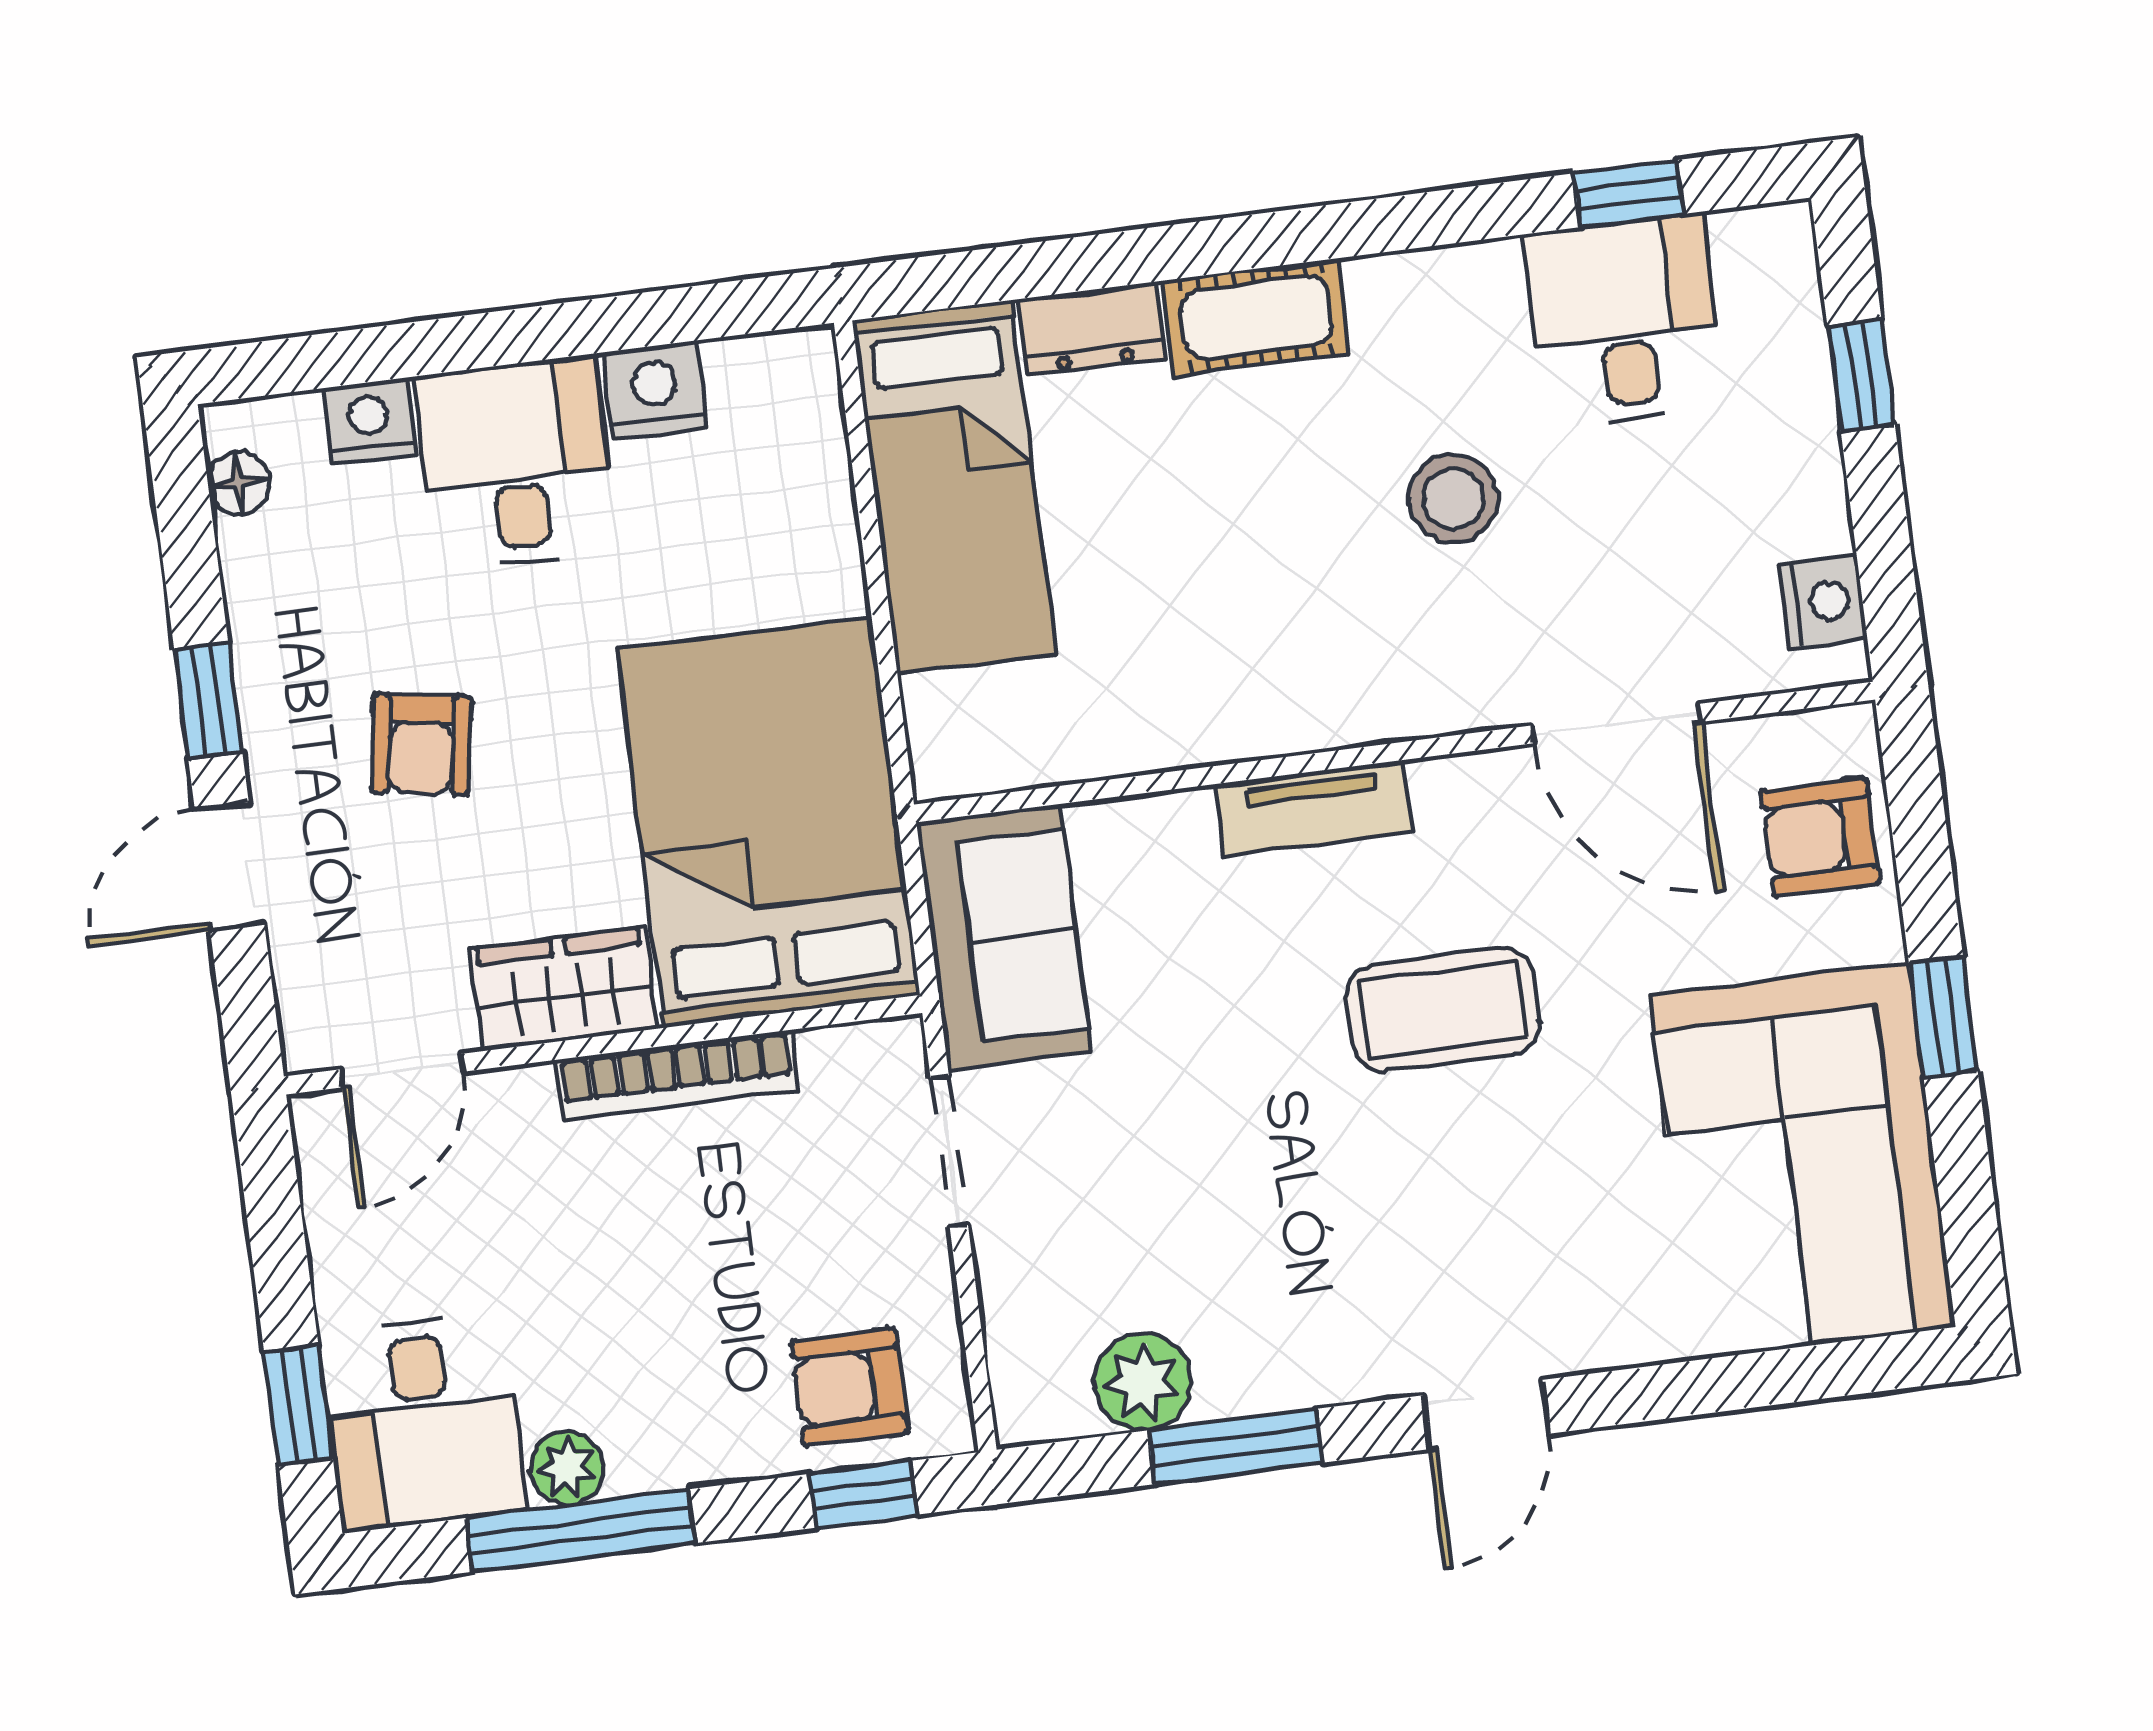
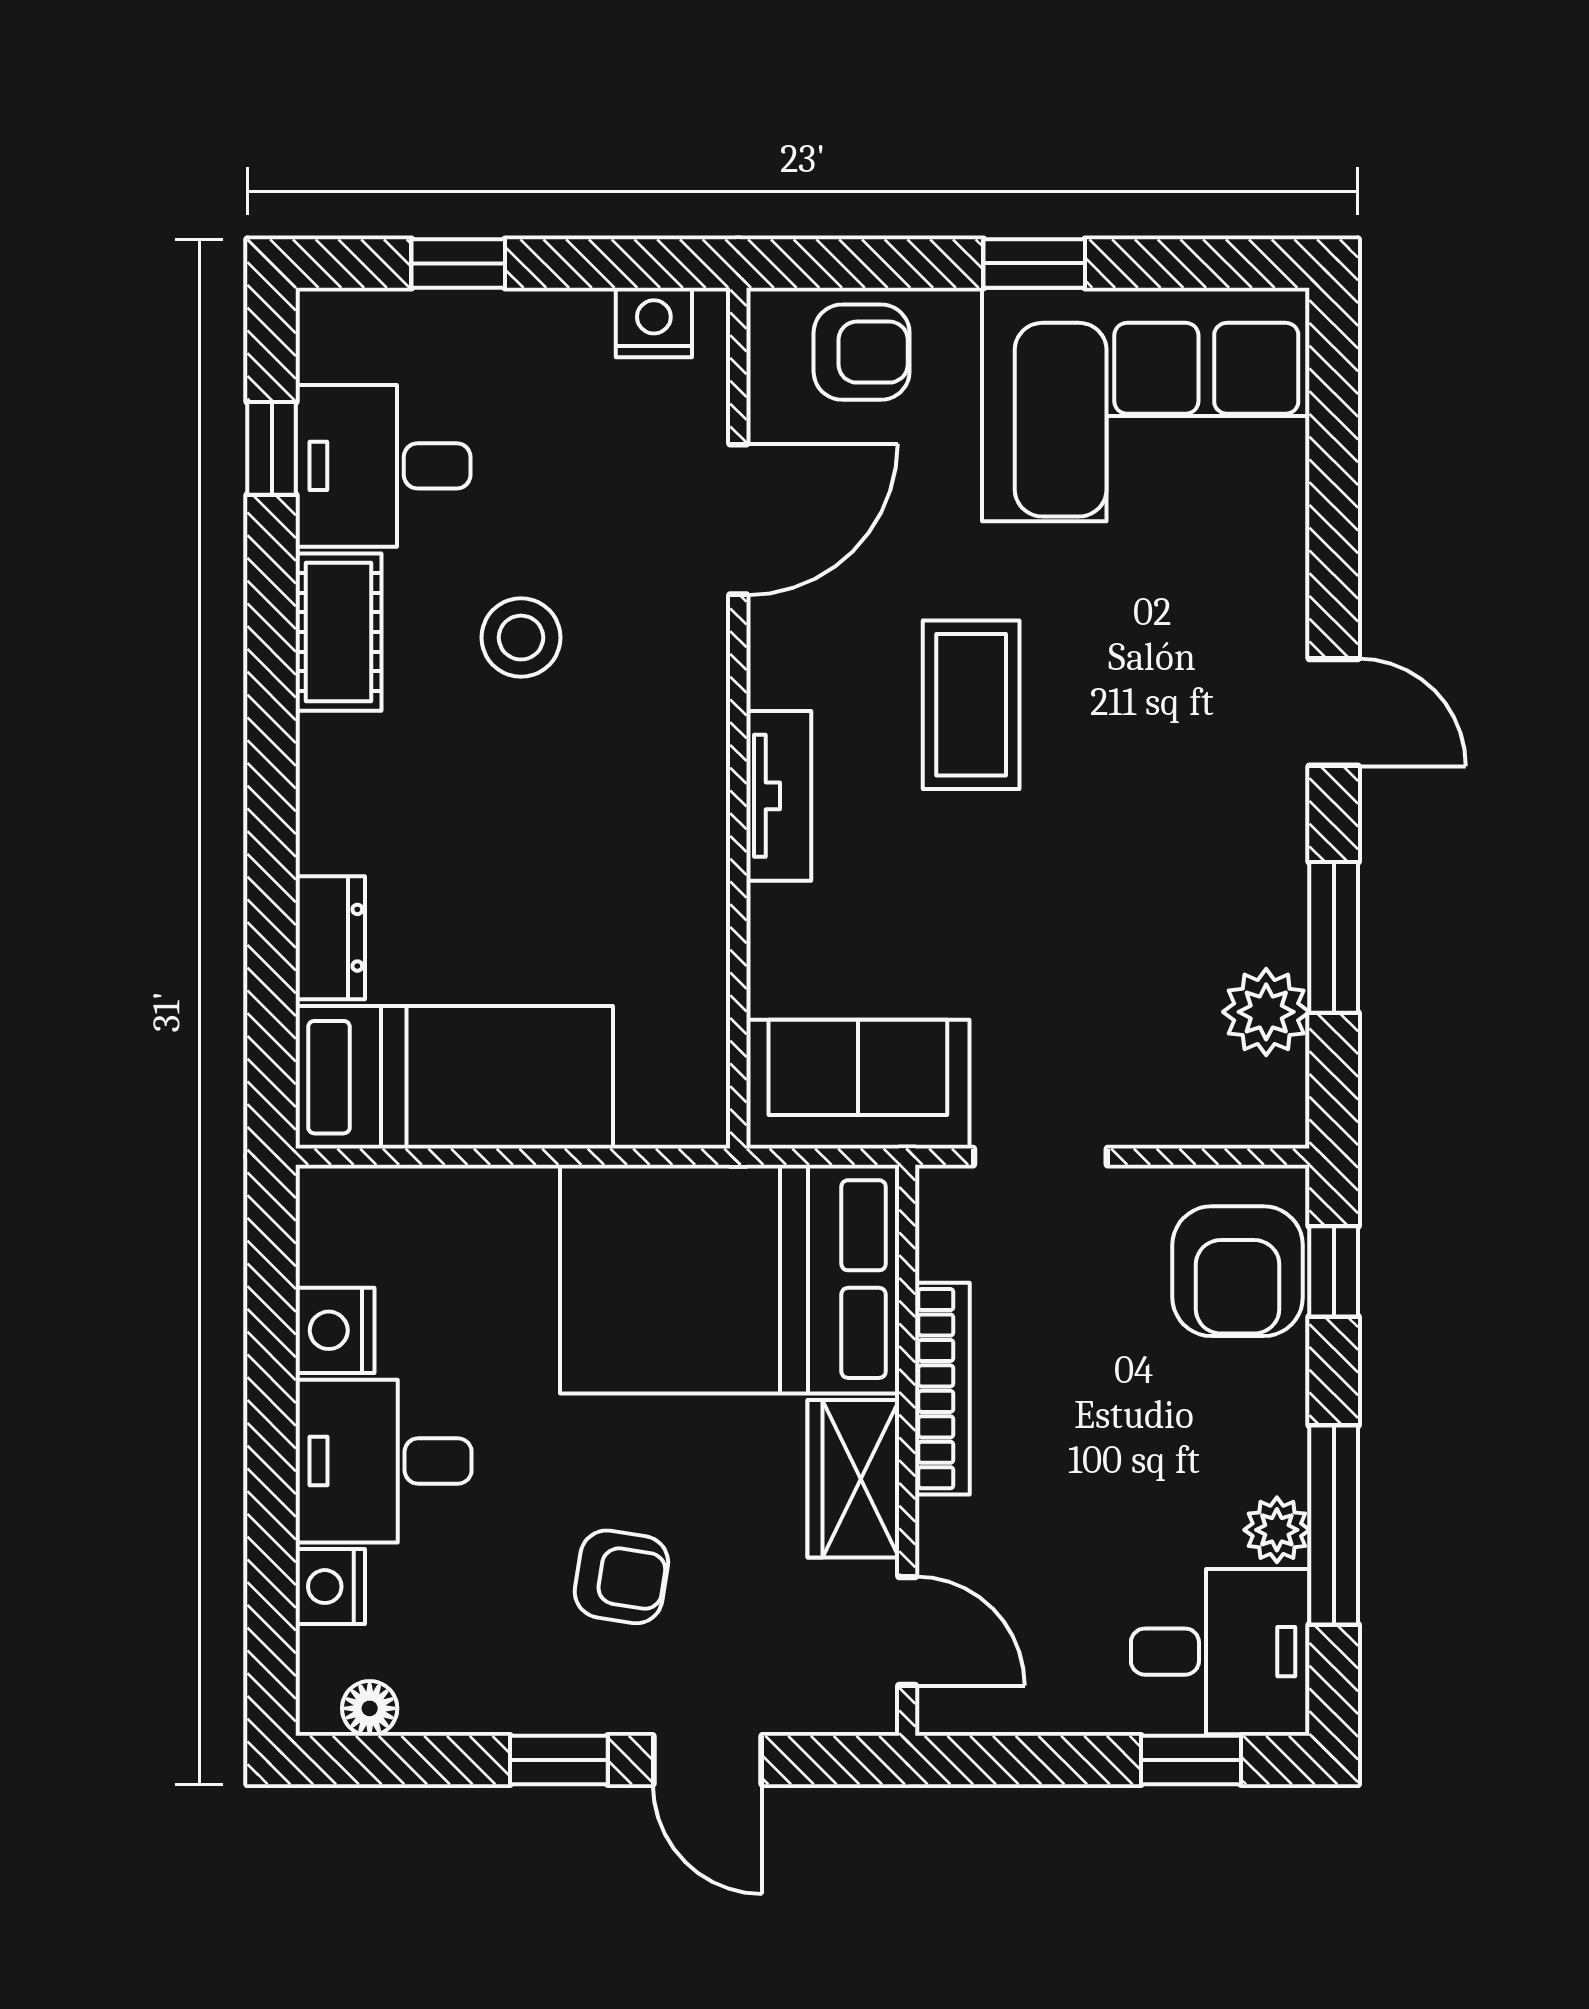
cot: (1256, 317) -> (338, 632), moved
armchair: (1820, 837) -> (862, 352), turned -90
armchair: (850, 1387) -> (1238, 1271), width x1.38, depth x1.38

